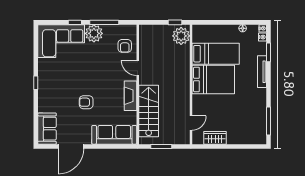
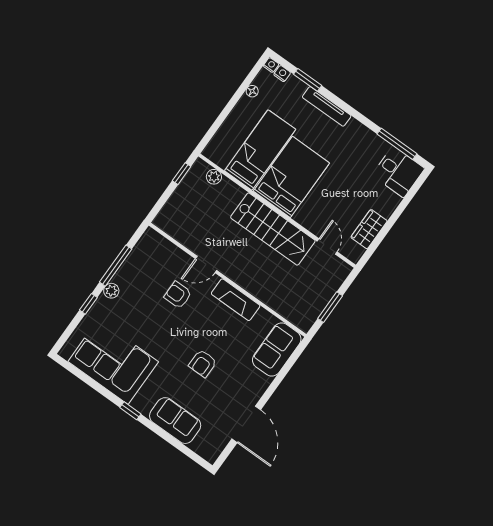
plant: (94, 33) -> (111, 291), width x0.53, depth x0.53
plant: (181, 36) -> (214, 177), width x0.53, depth x0.53
corner sofa: (61, 41) -> (113, 362), moved, turned -90
armchair: (125, 46) -> (178, 295), moved, turned 180
stairs: (149, 111) -> (273, 229), moved, turned 180
sofa: (47, 129) -> (175, 421), moved
desk: (255, 132) -> (398, 172), added
sofa: (114, 135) -> (277, 350), width x0.73

